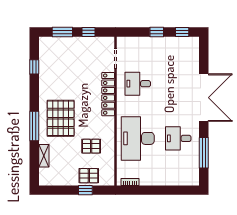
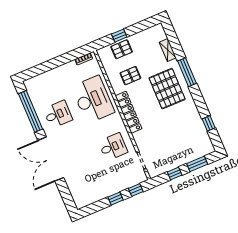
window: (182, 32) -> (136, 190), moved
locker: (108, 94) -> (129, 112), moved
window: (204, 153) -> (30, 111), width x1.46

